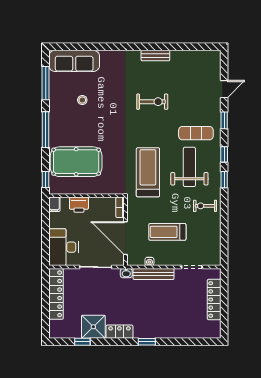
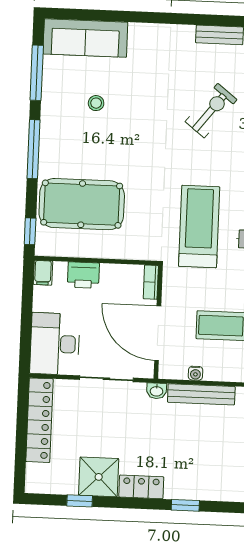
exercise bike: (152, 102) -> (211, 111), turned -52

